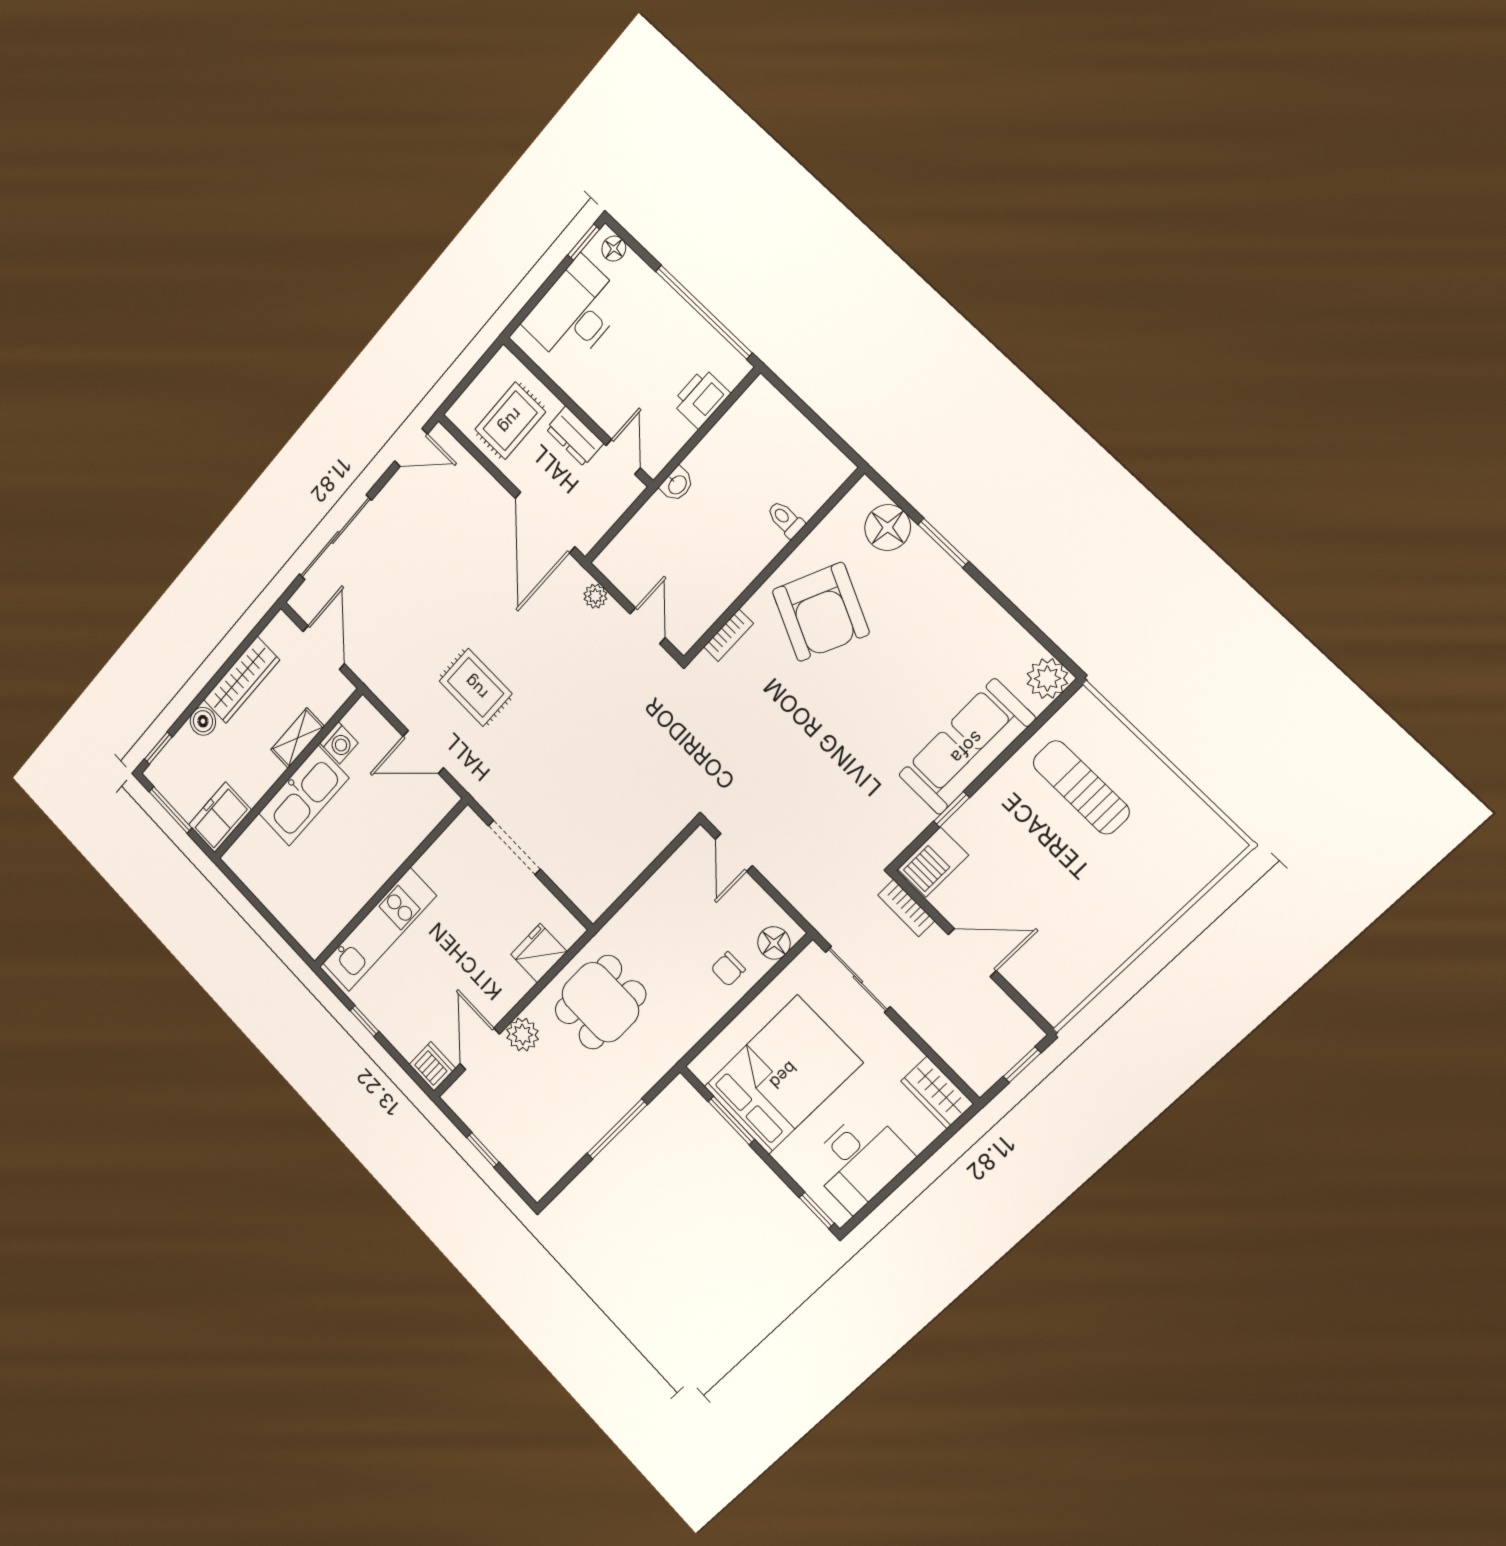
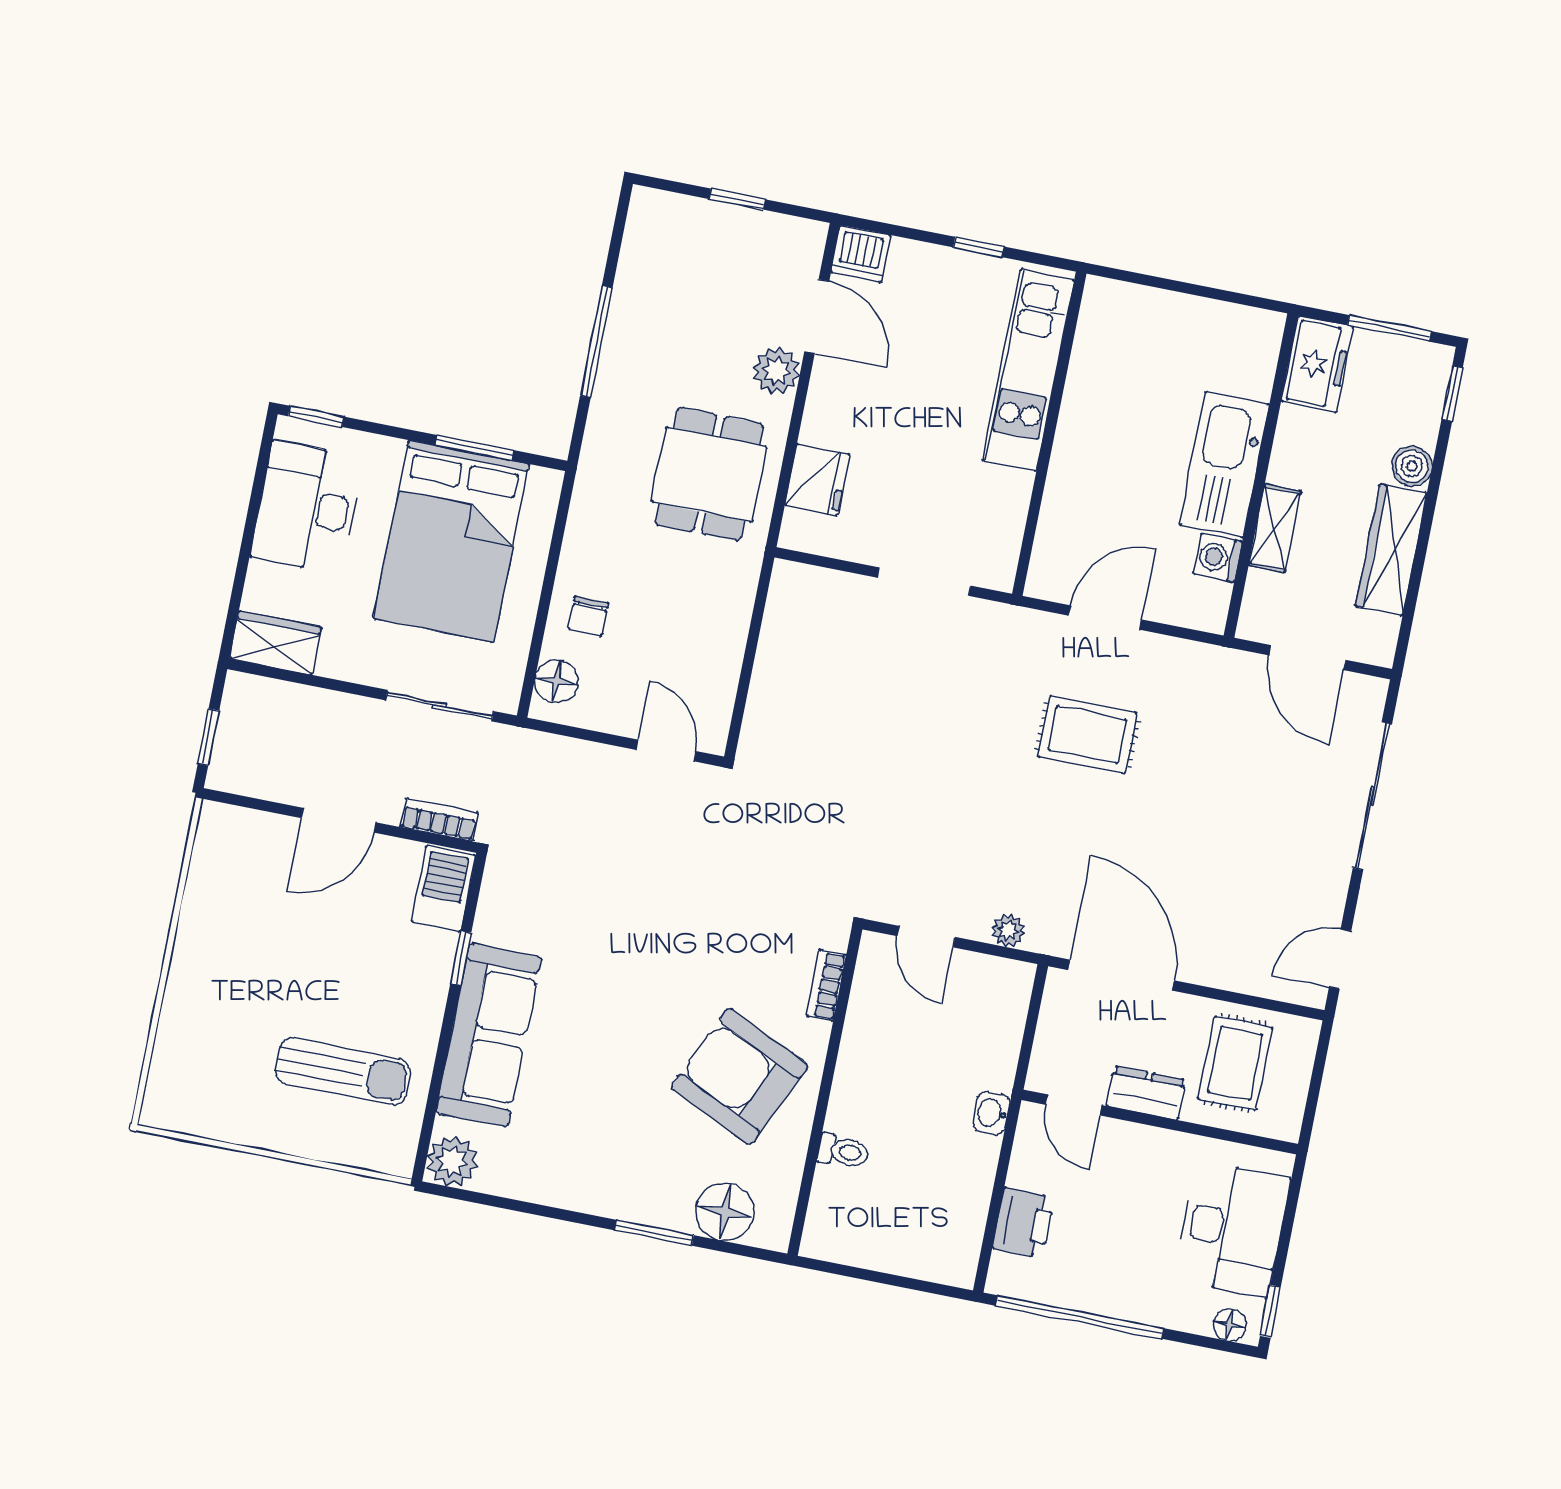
chair: (728, 969) -> (588, 616), turned 180

